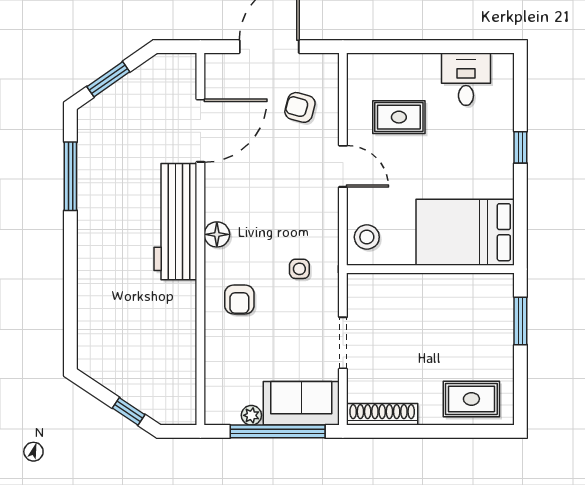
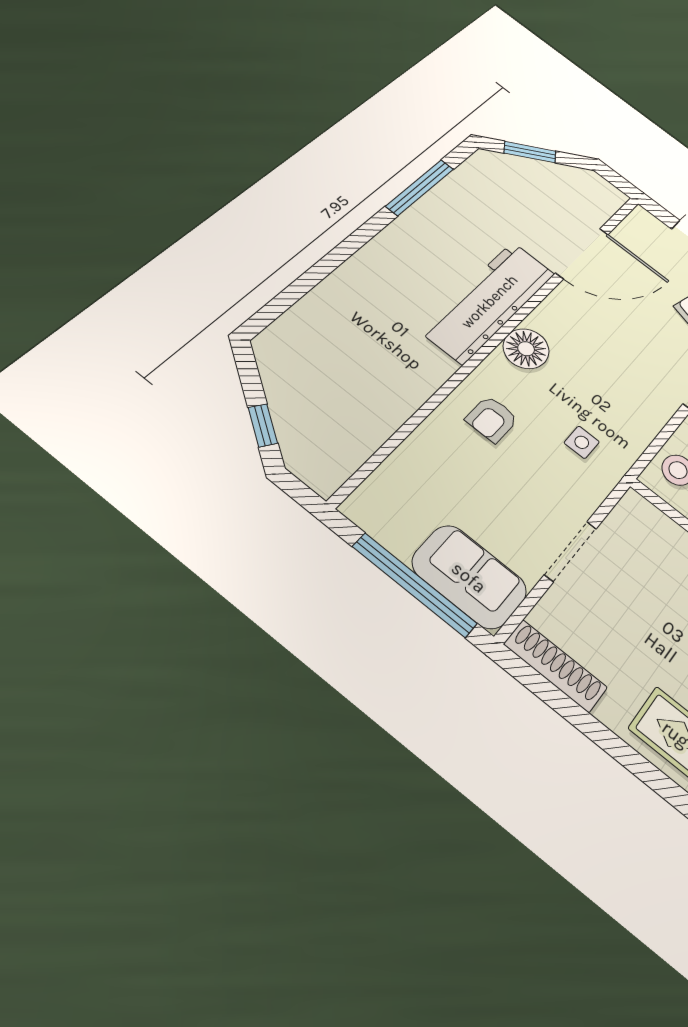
floor lamp: (217, 234) -> (526, 349), width x1.38, depth x1.38
plant: (251, 415) -> (400, 543), removed

